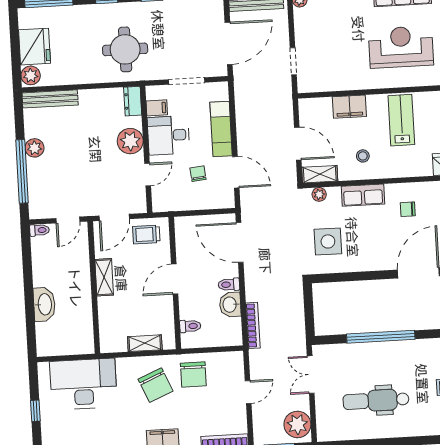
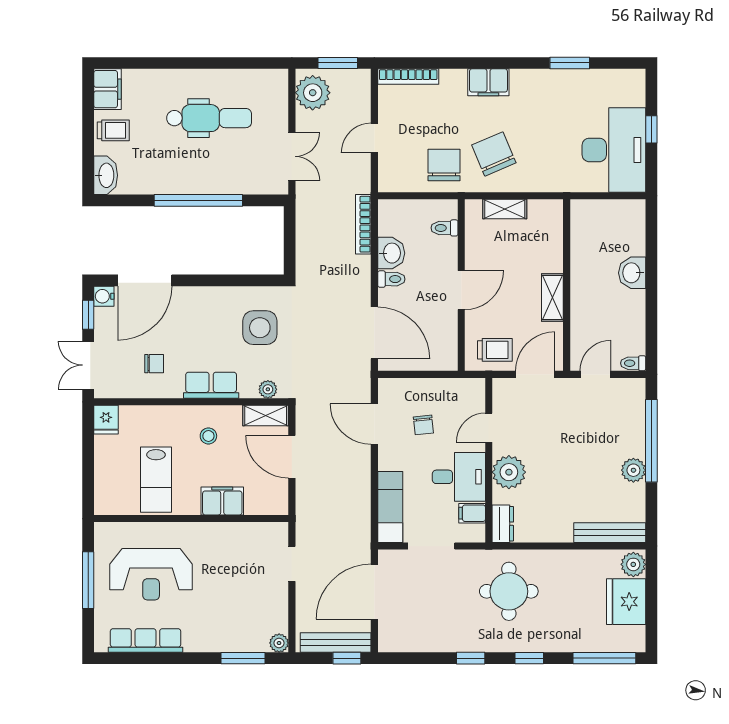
exam couch: (221, 129) -> (390, 507), moved
washbasin: (44, 304) -> (632, 273), width x0.72
desk: (83, 384) -> (614, 150), moved, turned -90

